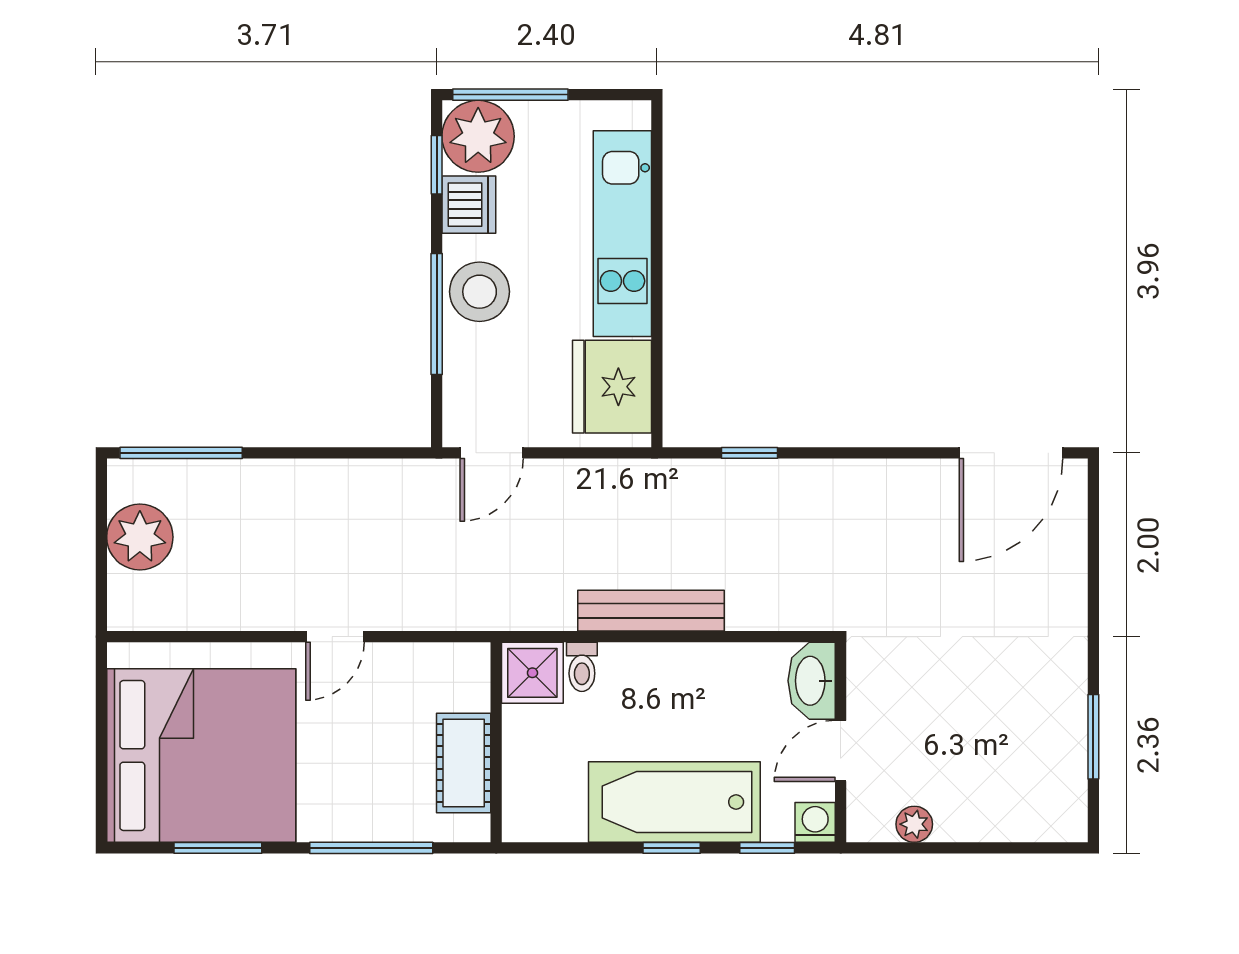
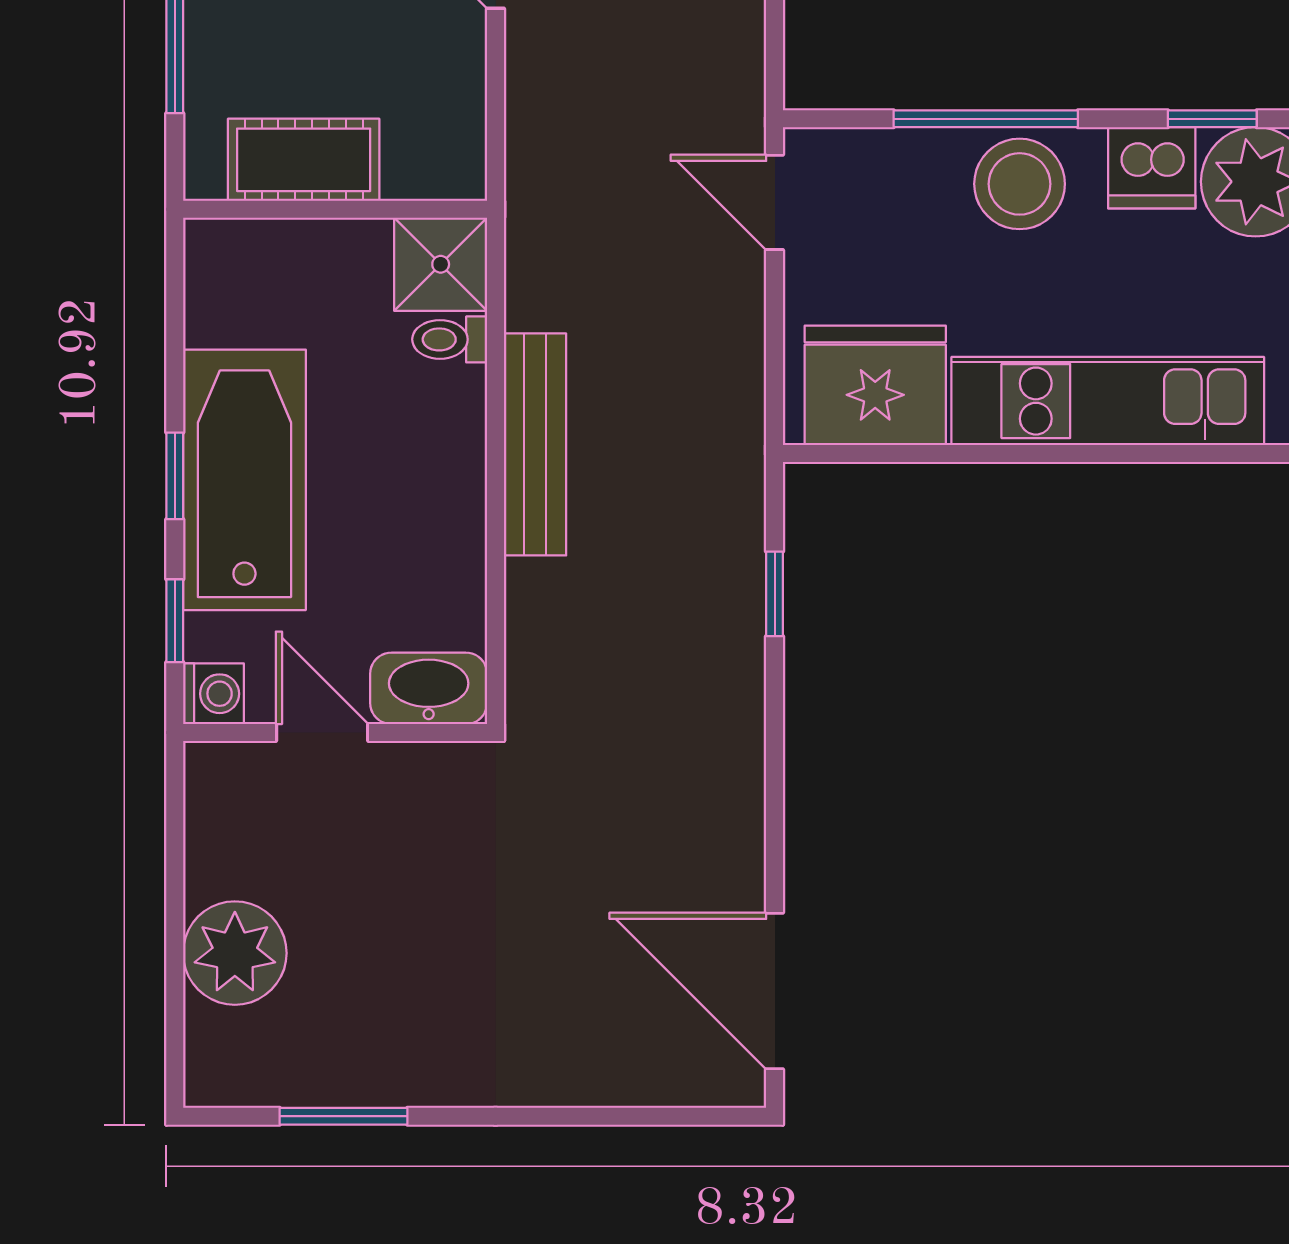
plant: (914, 824) -> (235, 953), moved, width x1.88, depth x1.88

